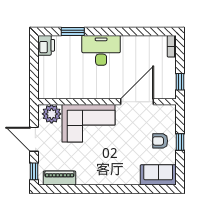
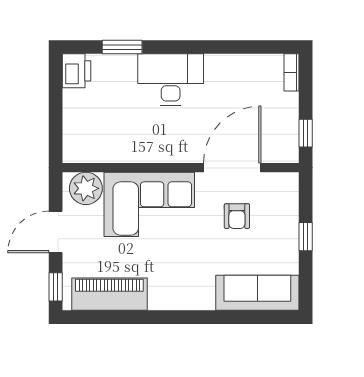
door: (34, 139) -> (56, 232), hinge flipped
armchair: (160, 141) -> (237, 216), moved, turned -90
sofa: (158, 175) -> (257, 293), width x1.36
piano: (59, 178) -> (109, 294), width x1.37, depth x1.33

